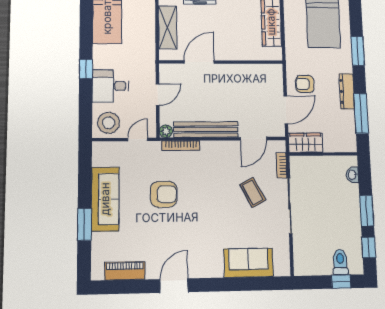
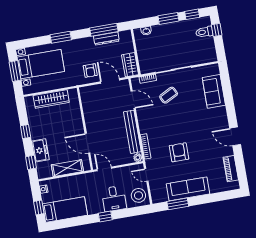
dresser: (347, 91) -> (106, 39), moved
door: (158, 95) -> (104, 169), moved
window: (84, 224) -> (178, 204), moved

